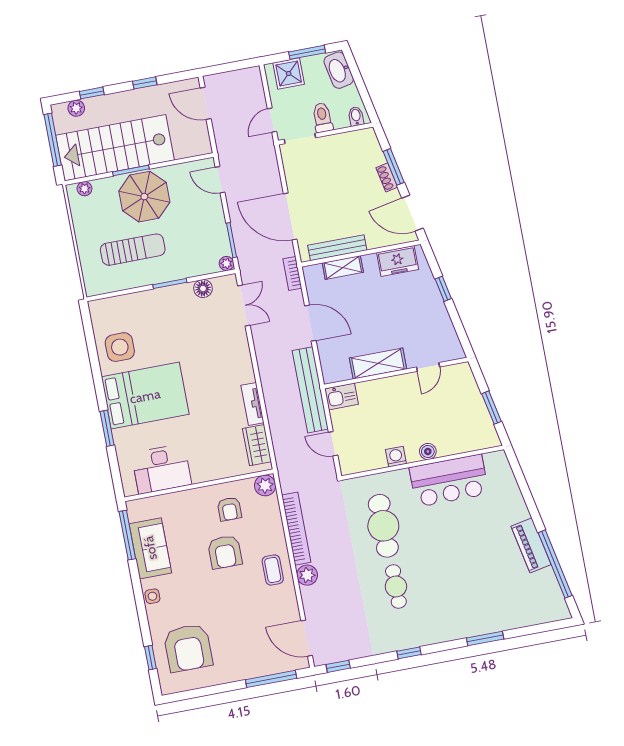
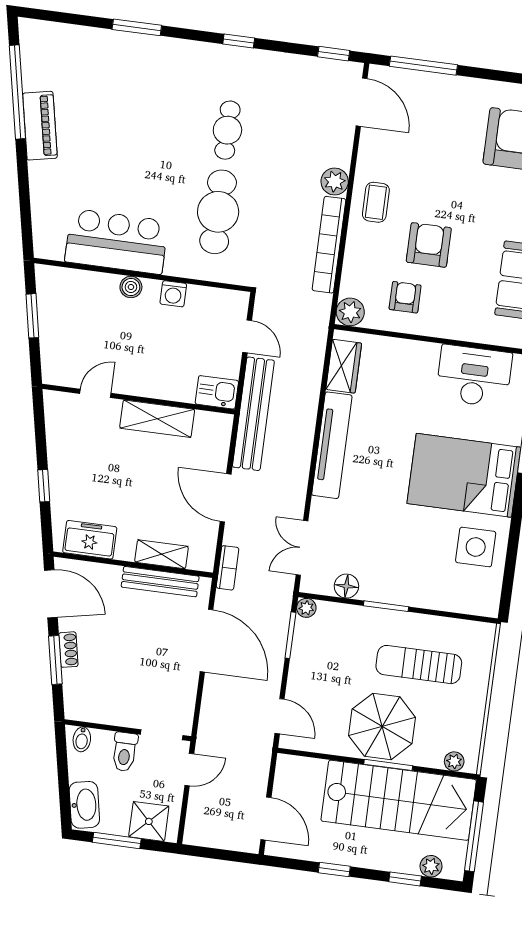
tv unit: (252, 404) -> (332, 445), width x1.92, depth x1.29

